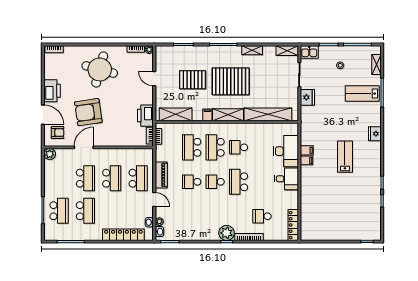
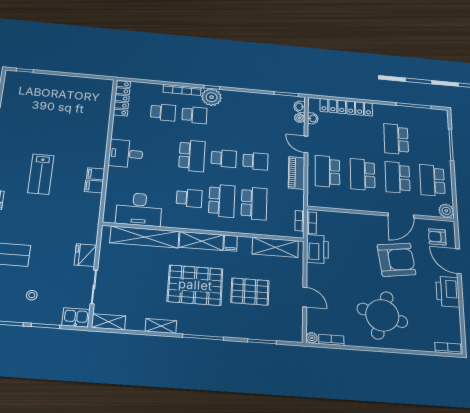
desk: (286, 151) -> (139, 209), moved, turned -90
school desk: (59, 211) -> (432, 180), moved
school desk: (239, 216) -> (194, 115), added

